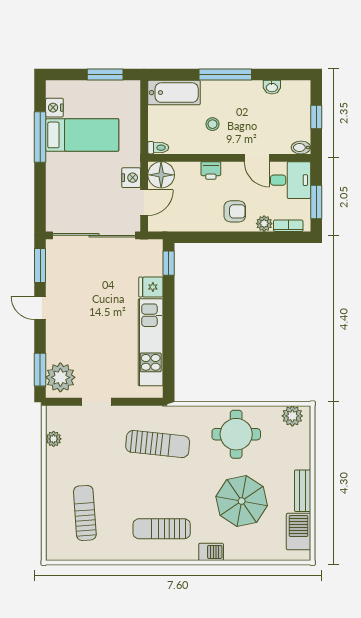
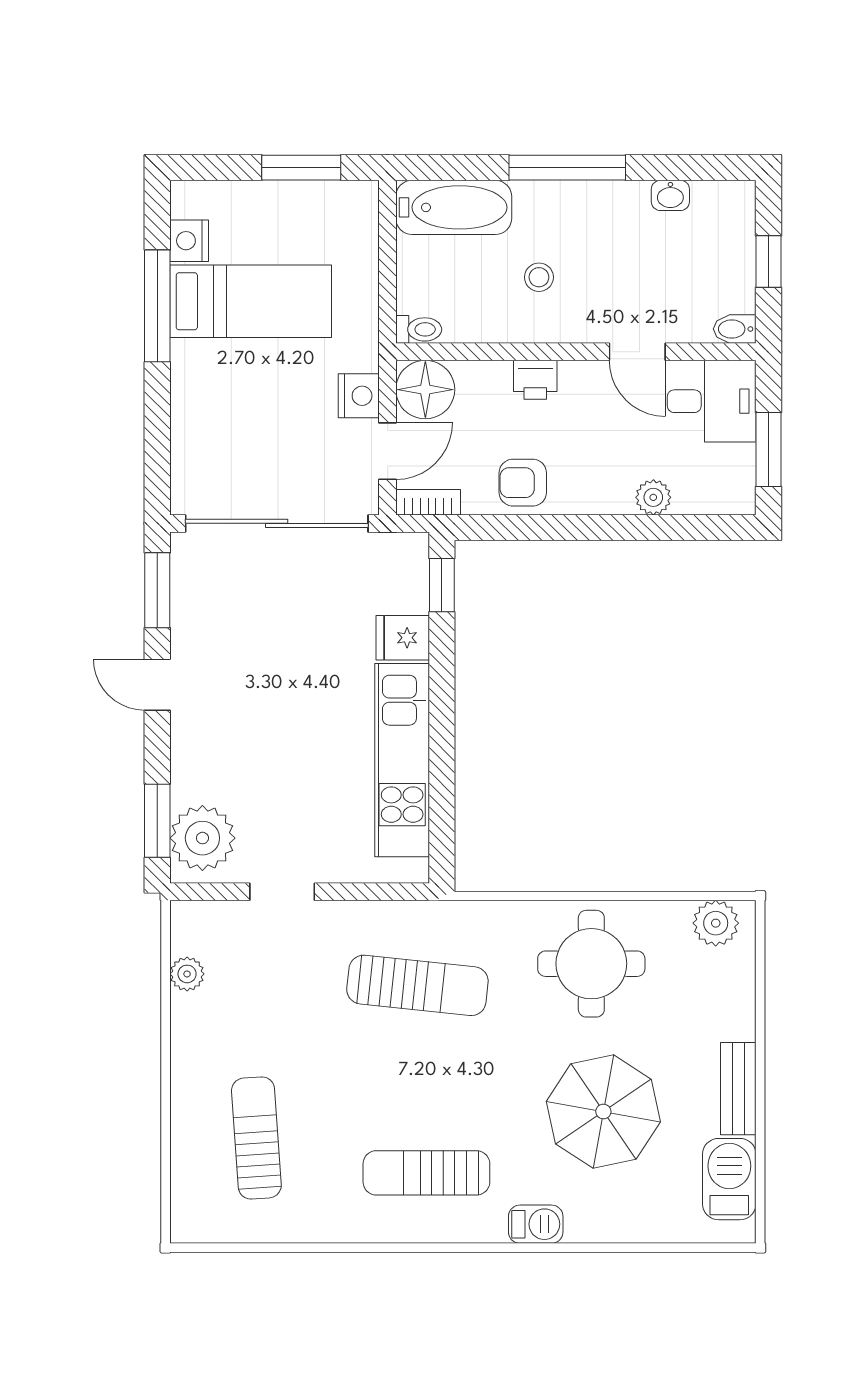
armchair: (235, 211) -> (523, 483), moved, turned 180
bookcase: (288, 226) -> (428, 502), moved

